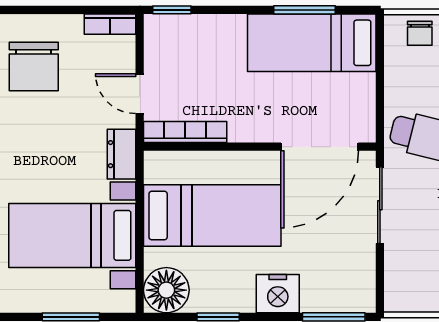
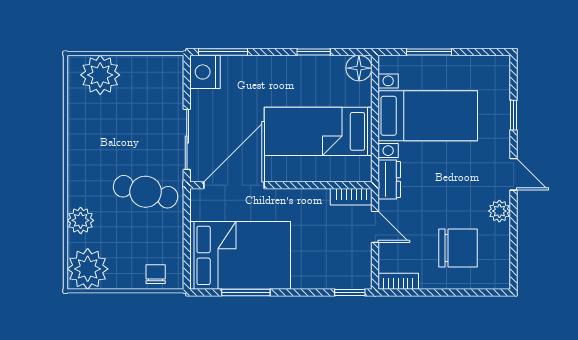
bed: (312, 43) -> (240, 255), width x1.50
chair: (34, 66) -> (458, 248), turned 90
bookcase: (185, 132) -> (351, 197), width x0.64
floor lamp: (166, 290) -> (359, 68), width x0.73, depth x0.73
nightstand: (278, 294) -> (205, 72), moved, turned -90

